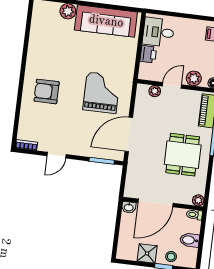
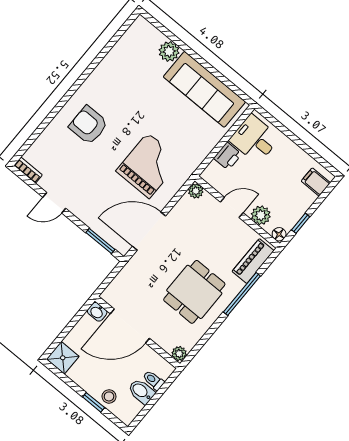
plant: (155, 91) -> (196, 191), moved
toilet: (194, 215) -> (153, 380), moved
shower: (147, 253) -> (63, 358), moved

